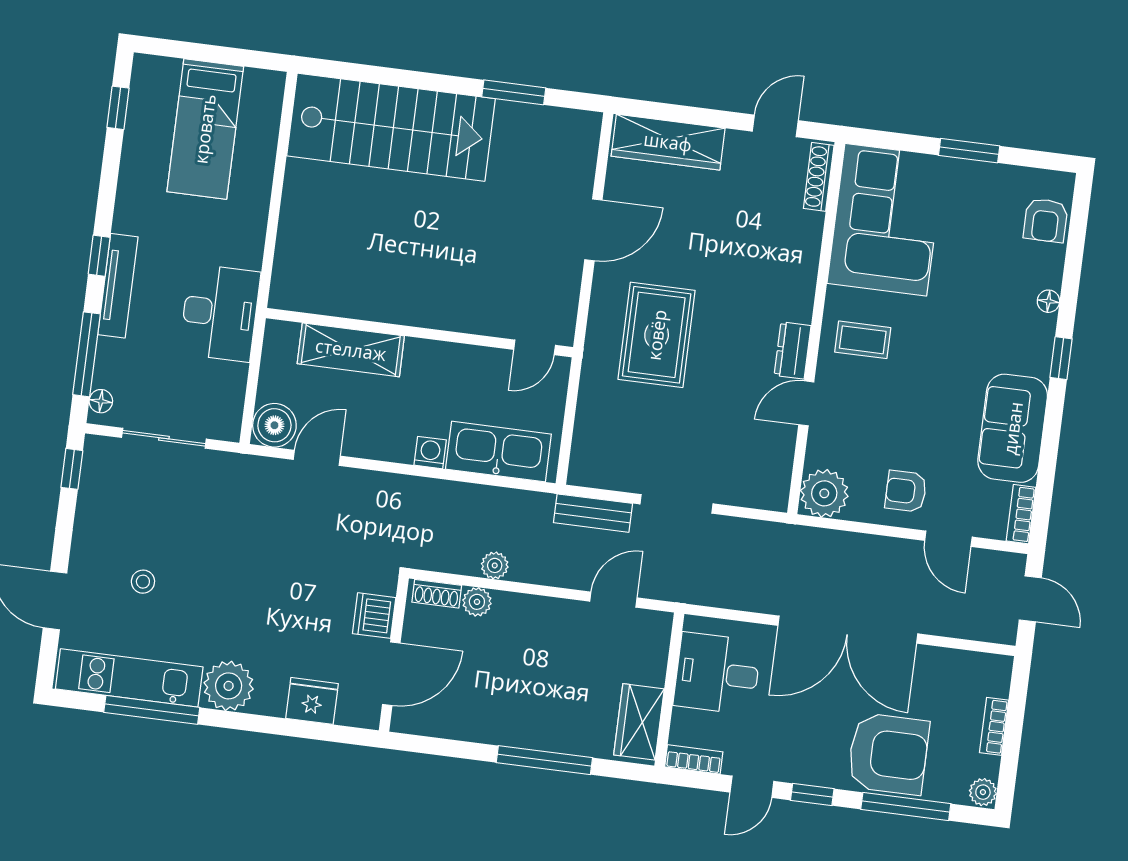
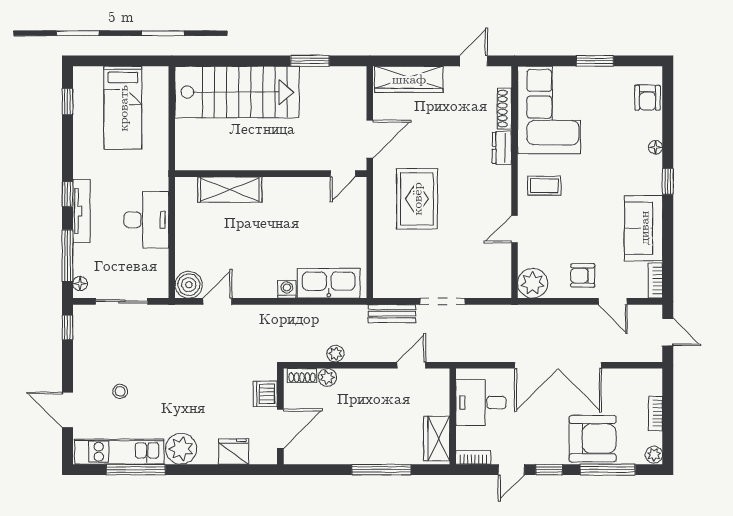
shoe rack: (819, 177) -> (504, 109), moved
wall: (419, 333) -> (271, 174), moved
door: (535, 347) -> (343, 174), moved
shelving: (351, 350) -> (230, 190), moved
dresser: (793, 350) -> (502, 148), moved

